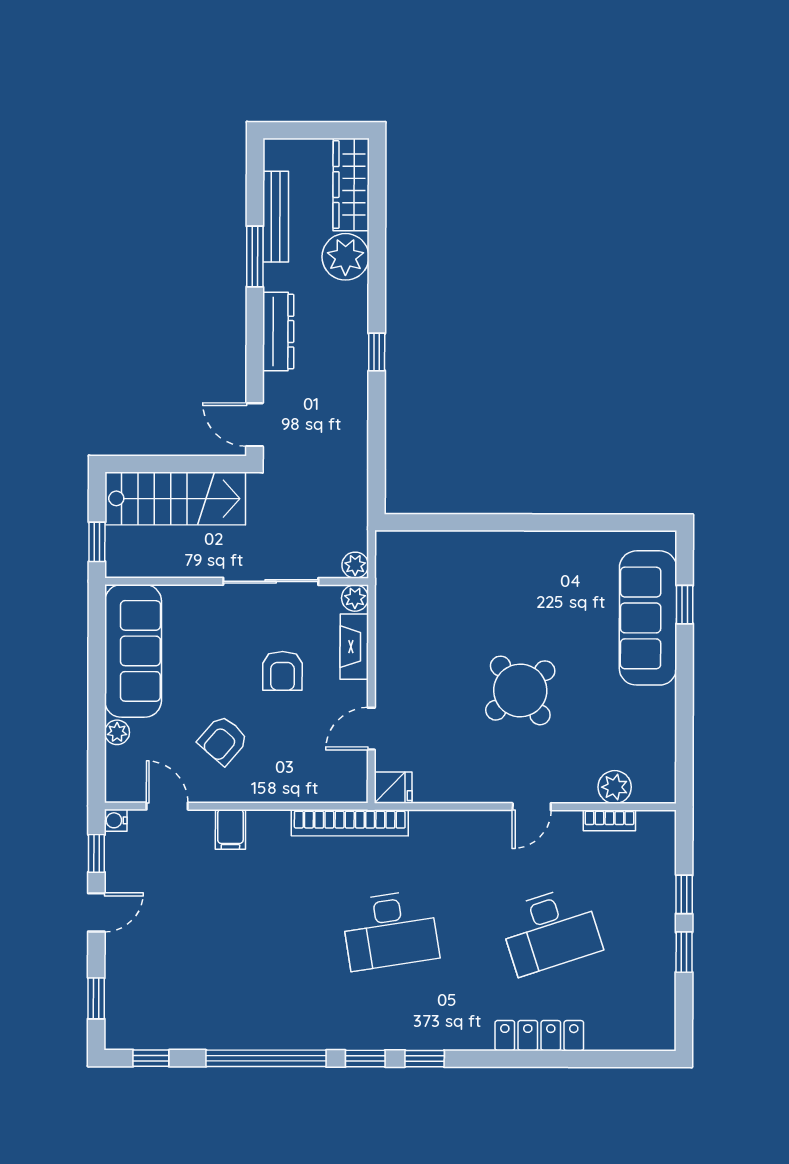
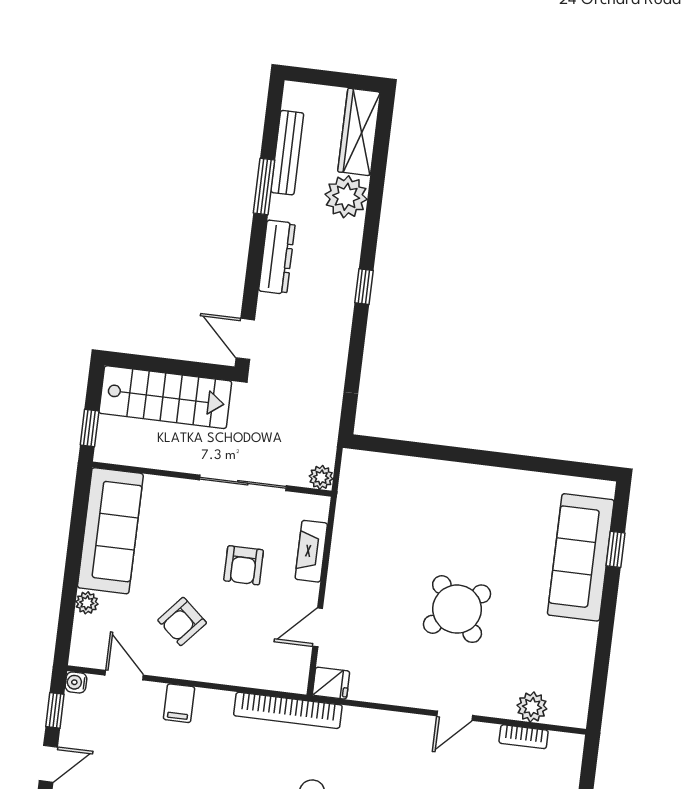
plant: (355, 598) -> (317, 507), removed

